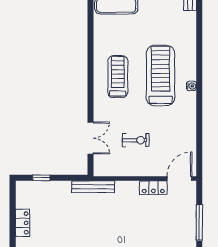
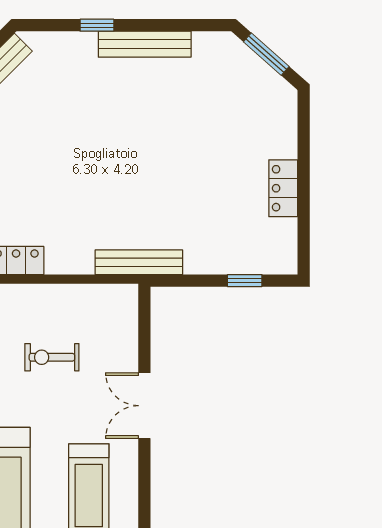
double door: (90, 138) -> (144, 406), moved

